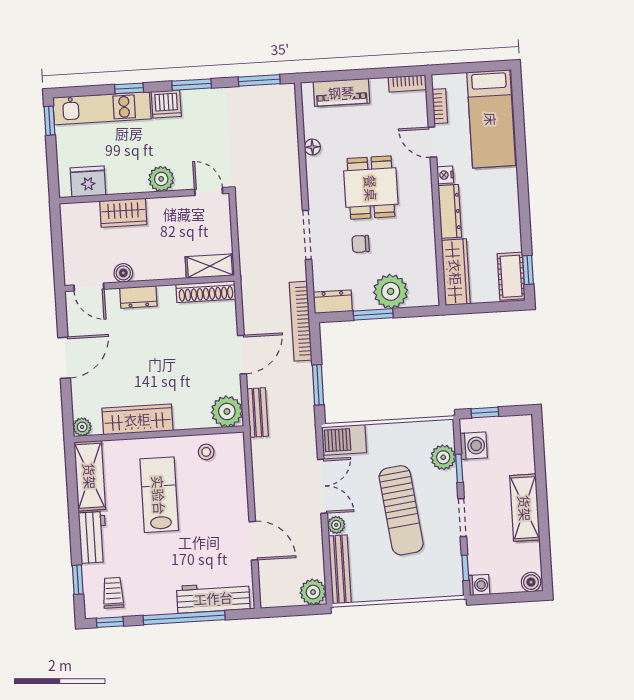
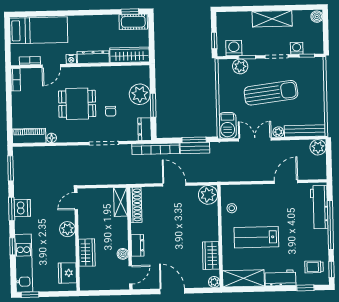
piano: (341, 92) -> (29, 136), moved, turned -90
dishwasher: (166, 104) -> (22, 208), moved
bench: (258, 412) -> (195, 148), moved
wardrobe: (137, 419) -> (211, 256), width x0.67
washing machine: (479, 585) -> (297, 48), moved

